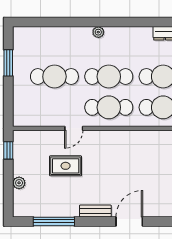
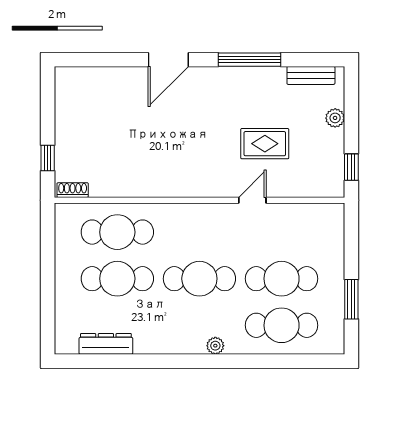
cafe table: (109, 107) -> (282, 325), moved
bench: (95, 211) -> (311, 75), moved
window: (54, 221) -> (249, 60), moved

